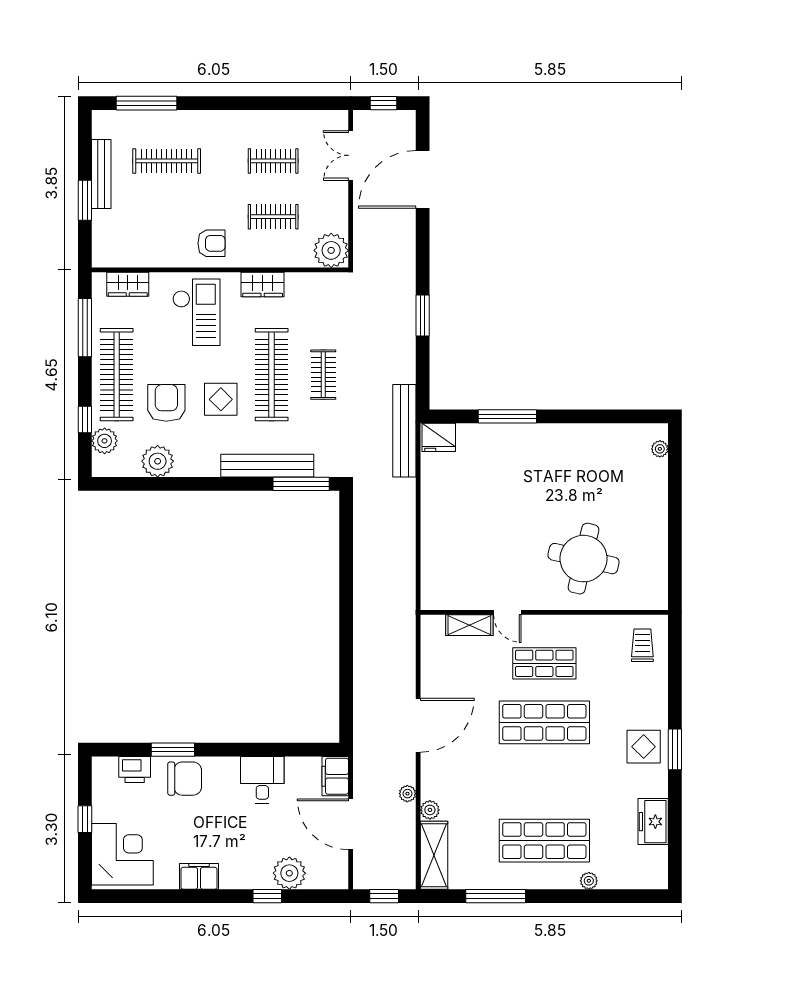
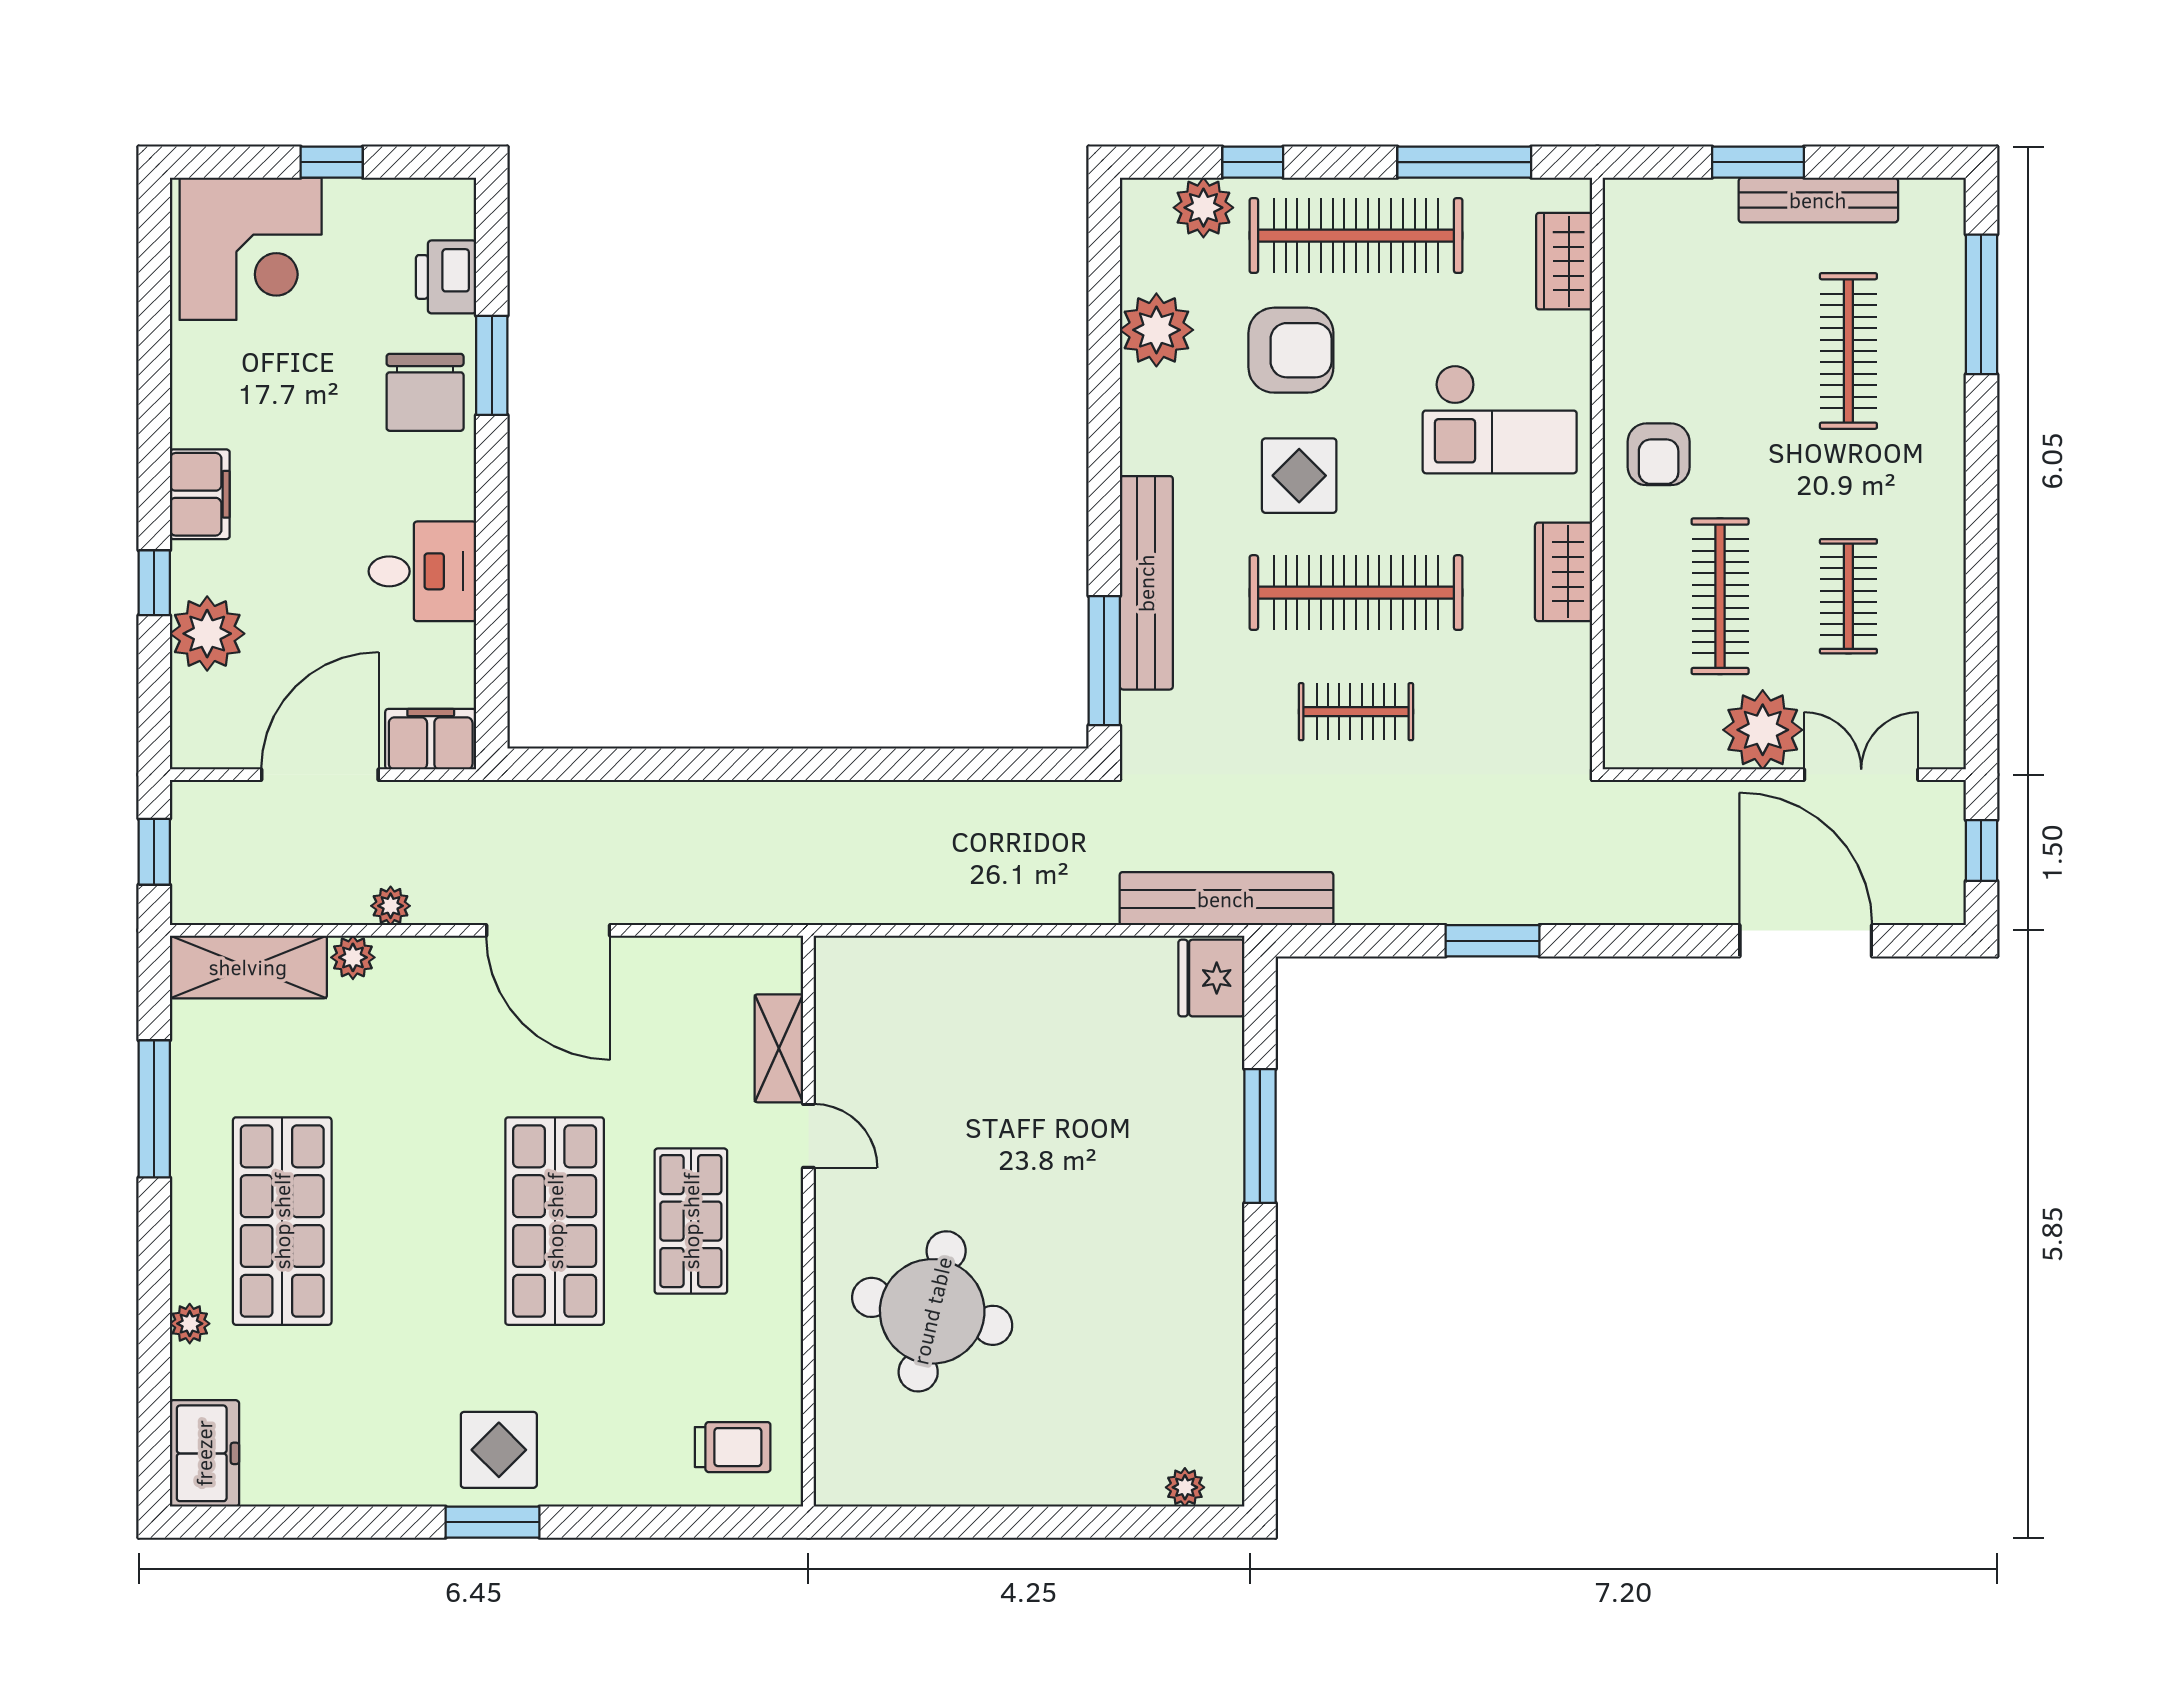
clothes rail: (273, 217) -> (1720, 596), width x1.36
plant: (331, 250) -> (1763, 730), moved
door: (507, 612) -> (808, 1136), swing flipped
freezer: (653, 822) -> (204, 1453), moved, turned 90
filing cabinet: (199, 876) -> (200, 494), moved

